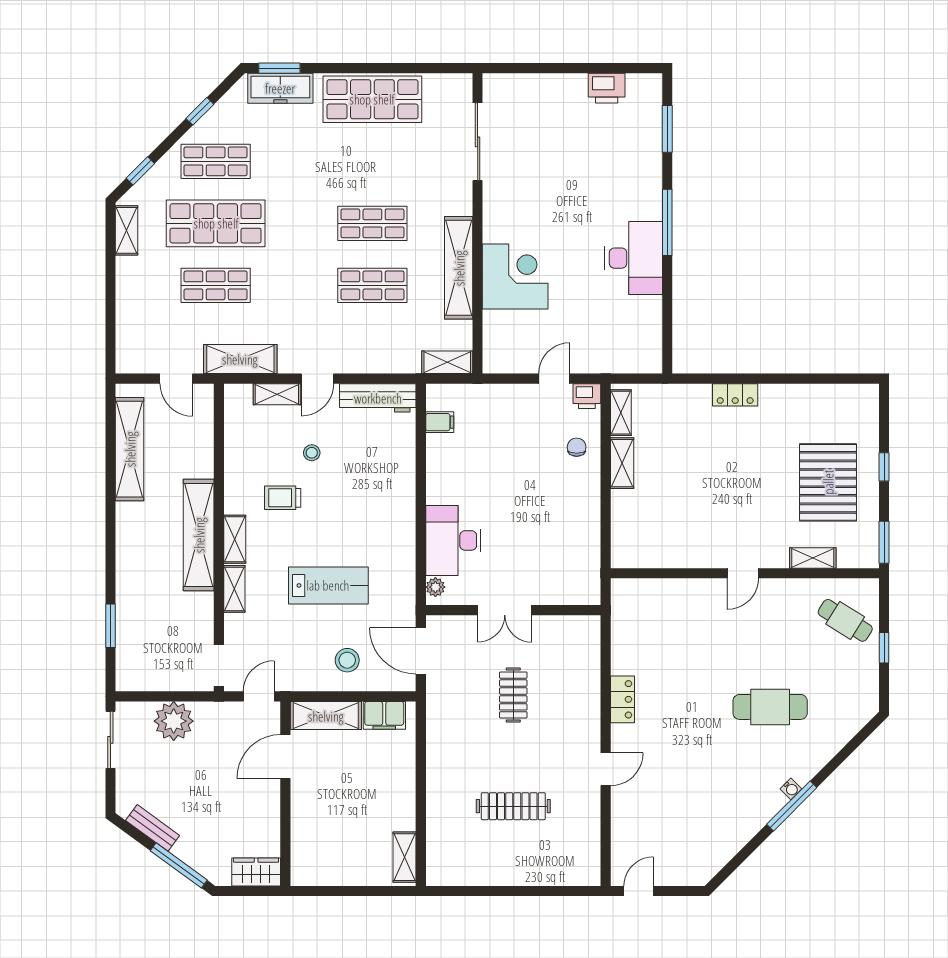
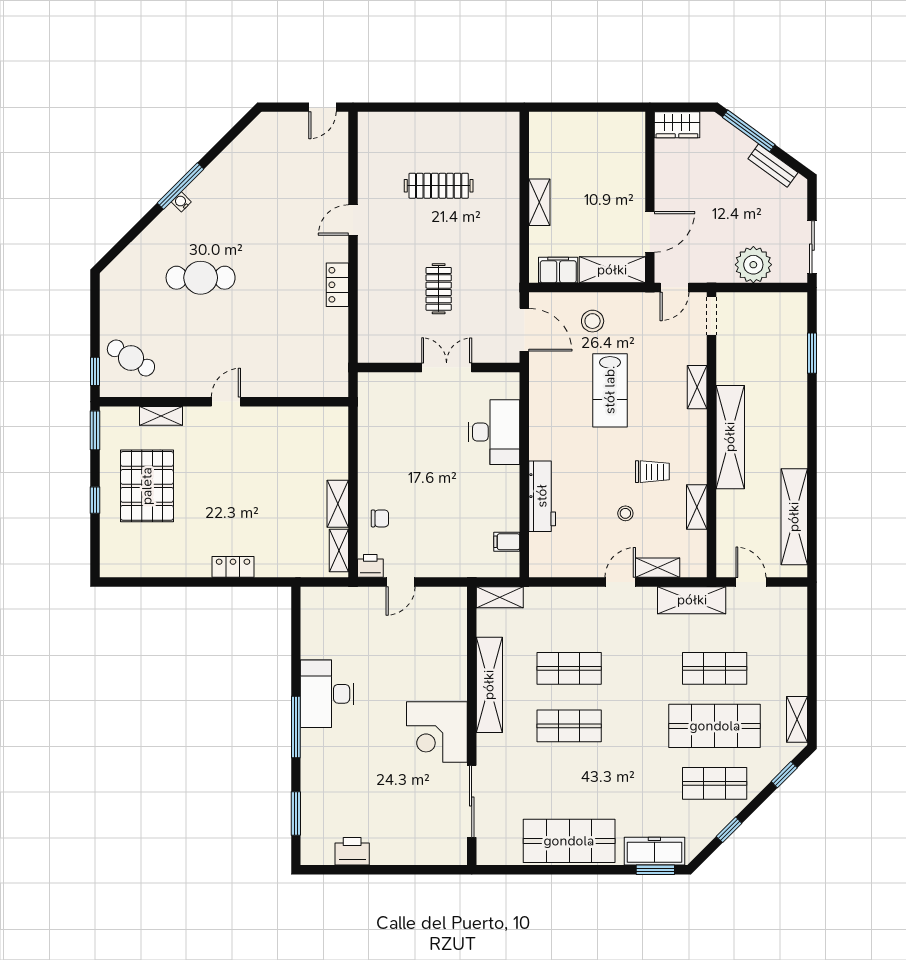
corner desk: (515, 276) -> (437, 732), moved
workbench: (378, 398) -> (542, 496), moved, turned 90
chair: (577, 447) -> (380, 518), turned -90
shelving: (235, 539) -> (697, 507), moved
lab bench: (328, 585) -> (610, 390), turned -90
plant: (435, 587) -> (511, 389), removed
window: (884, 648) -> (95, 371), moved
shelving: (405, 857) -> (539, 202), moved

